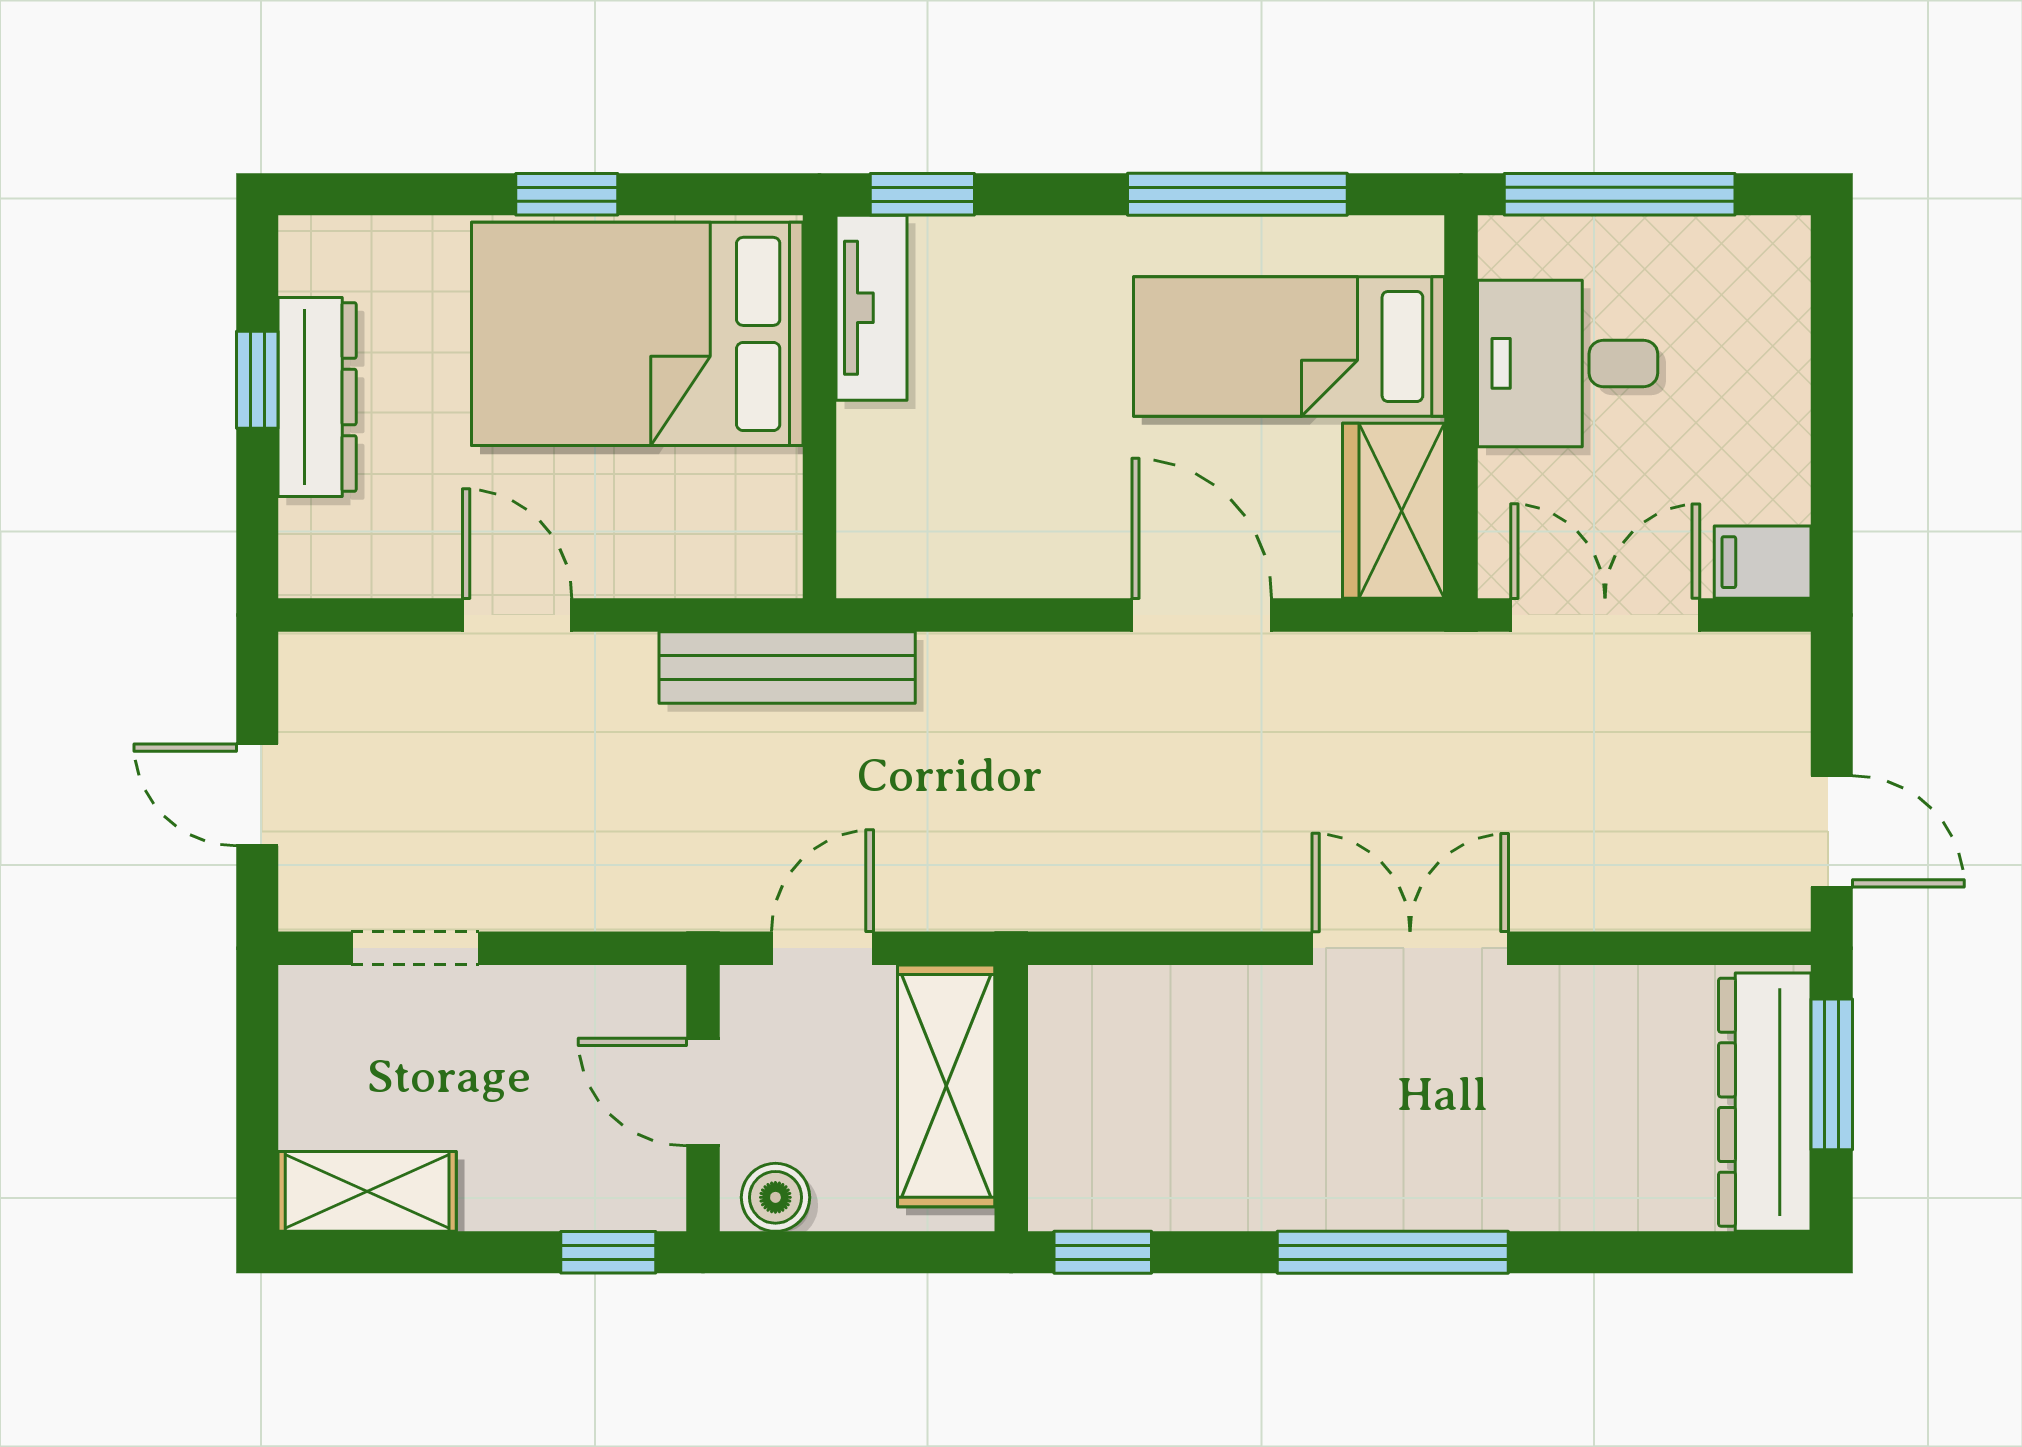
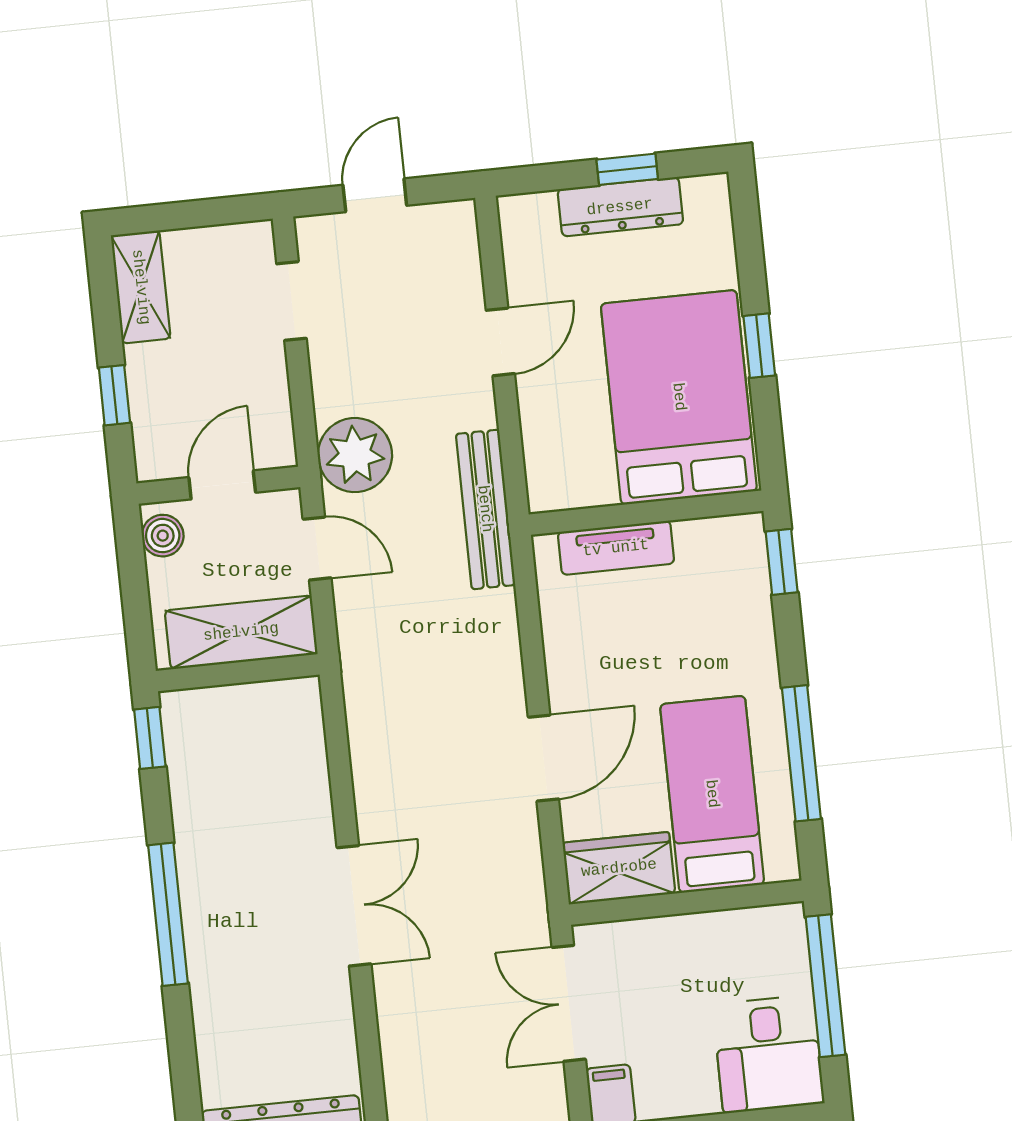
tv unit: (872, 308) -> (616, 548), moved
desk: (1568, 363) -> (768, 1054), moved, turned 180
double door: (1605, 615) -> (569, 1003), swing flipped
plant: (677, 871) -> (355, 455), added
window: (608, 1252) -> (114, 395), moved

